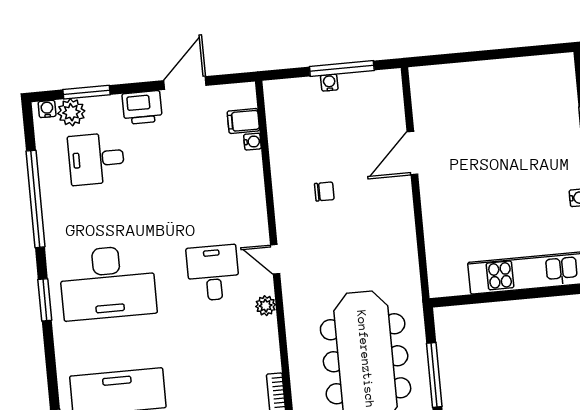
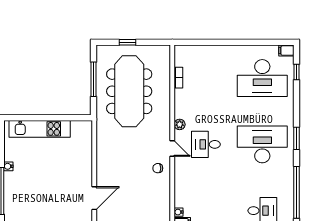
chair: (324, 192) -> (158, 168), moved
desk: (213, 273) -> (206, 144), turned 90

